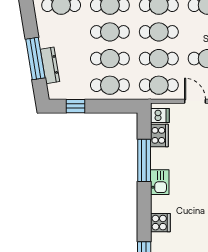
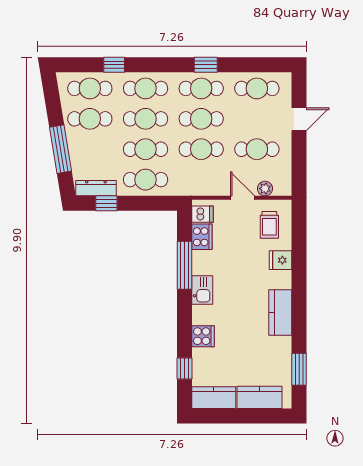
dresser: (50, 65) -> (96, 188), moved, turned -81
cafe table: (159, 85) -> (90, 119), moved

